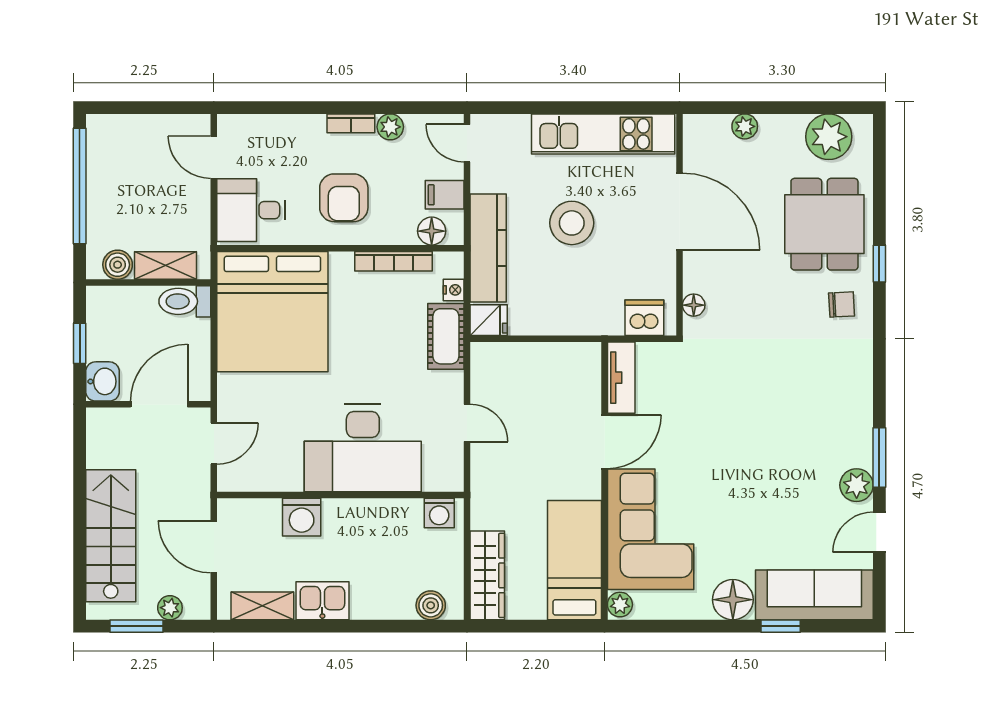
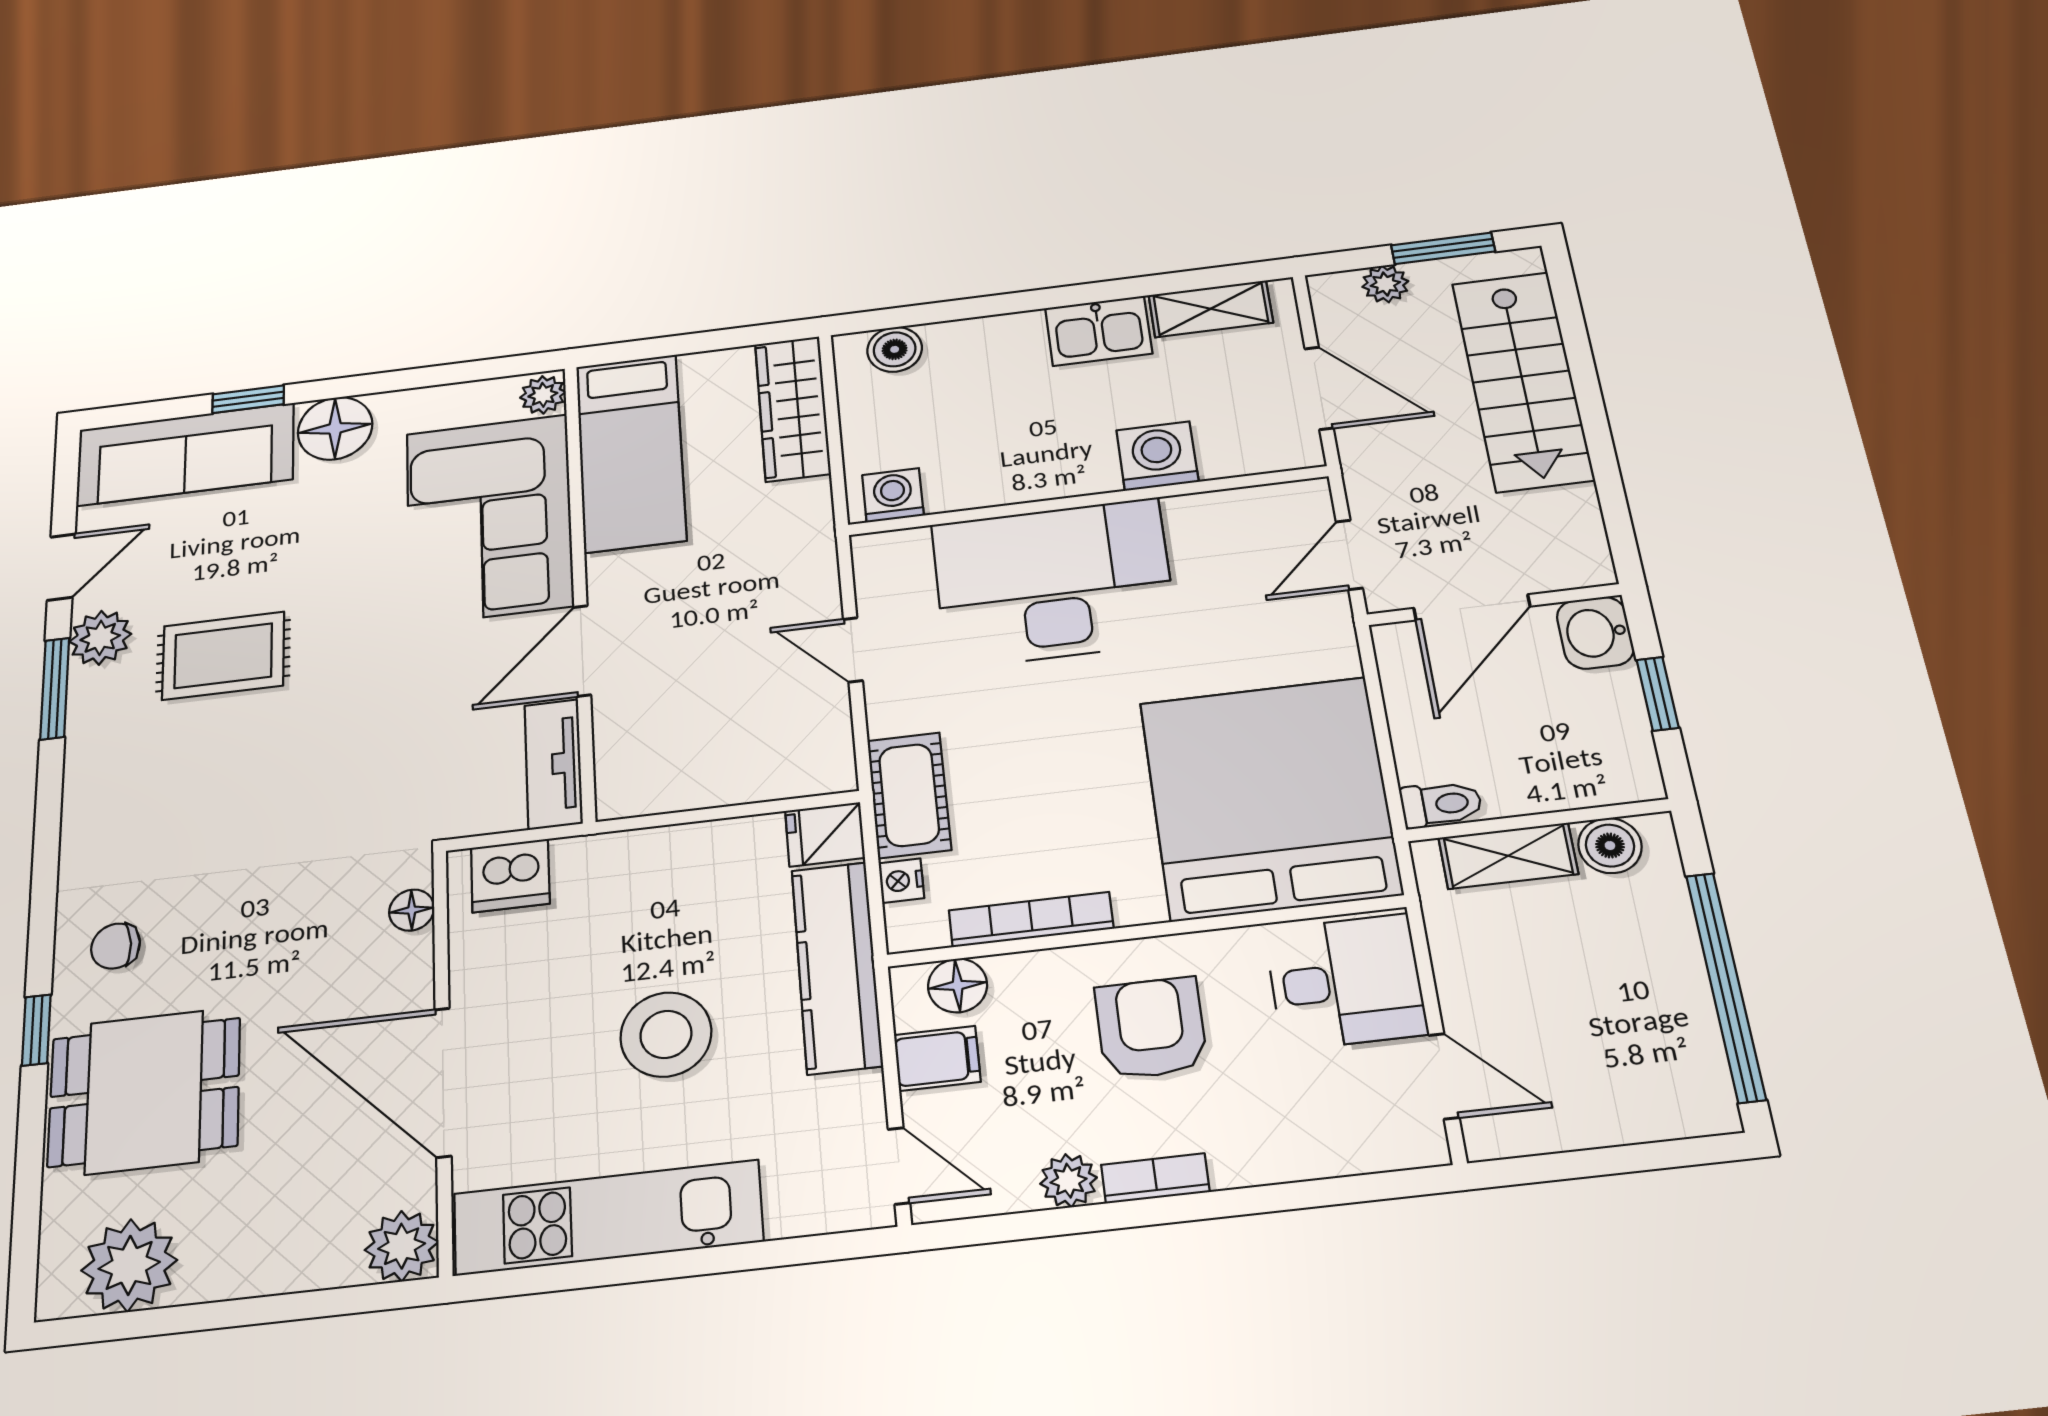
plant: (745, 126) -> (402, 1246), moved, width x1.38, depth x1.38
dining table: (824, 224) -> (144, 1092), turned 90
toilet: (185, 301) -> (1441, 804), width x0.73, depth x0.72
rug: (791, 465) -> (223, 656), added

